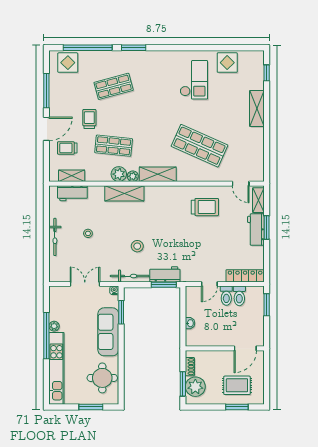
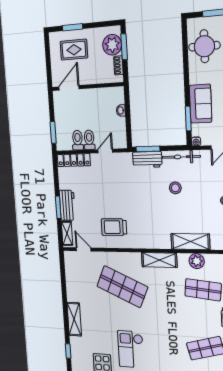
plant: (133, 176) -> (183, 259), removed
sofa: (108, 332) -> (201, 104), width x0.73

